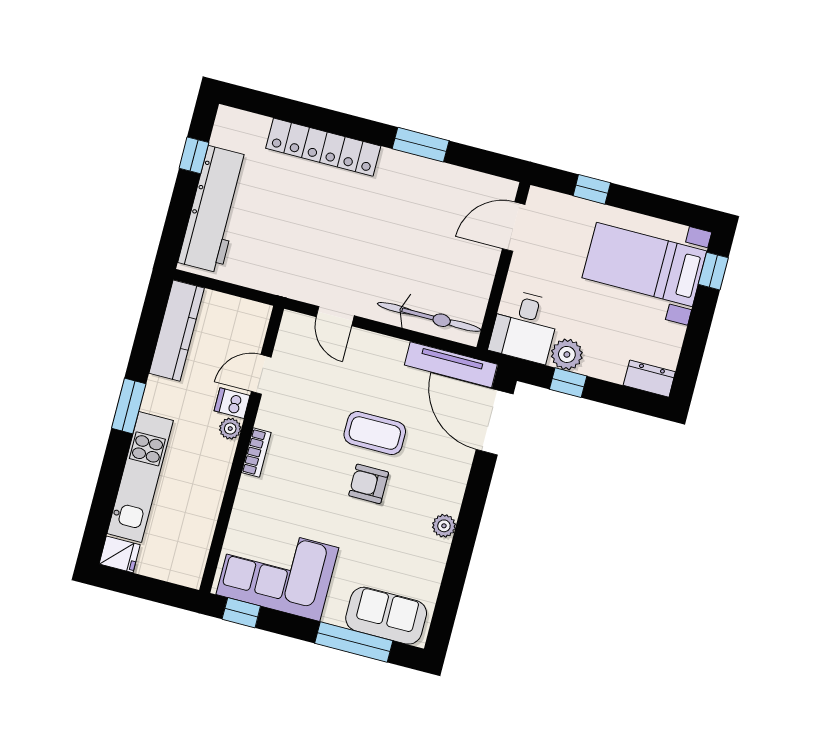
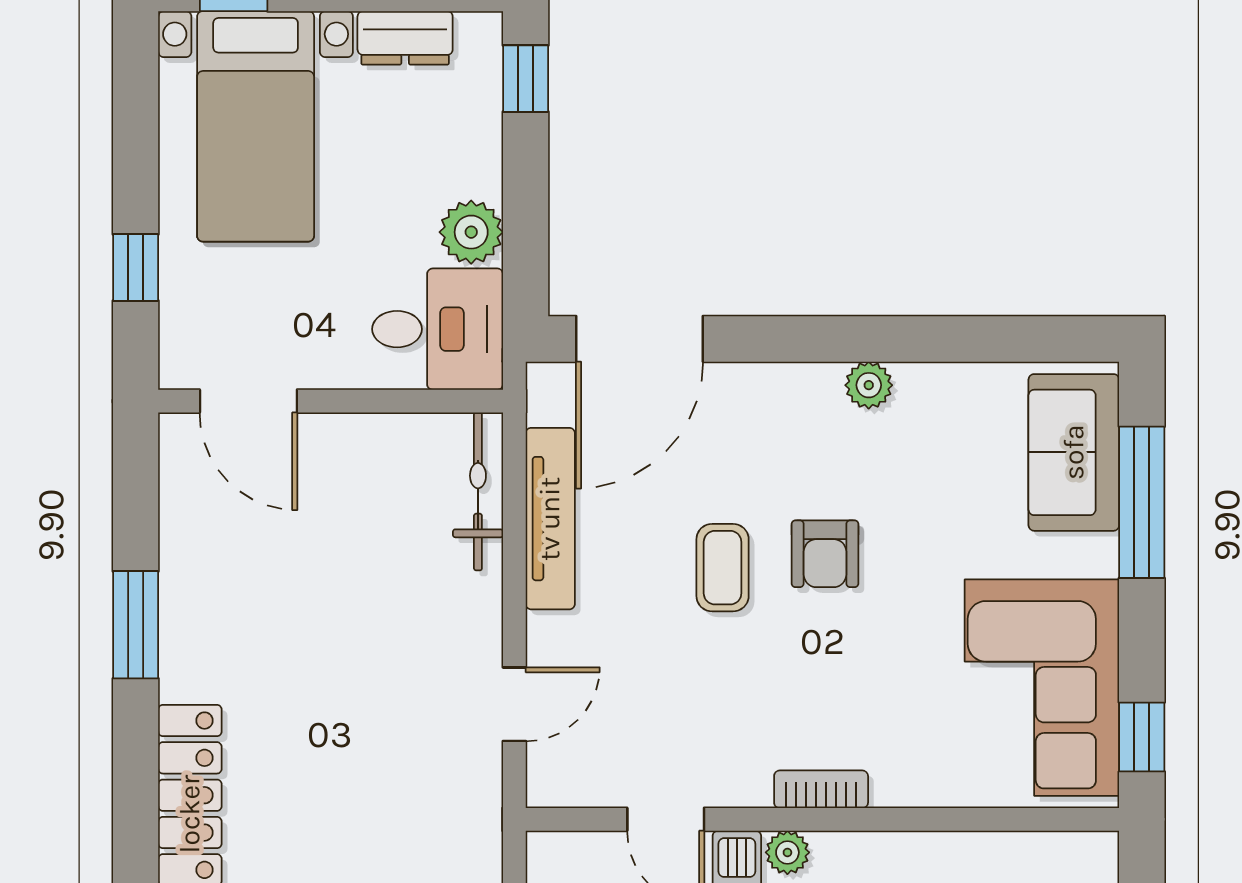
bicycle: (429, 317) -> (478, 491), width x0.73, depth x0.71
tv unit: (451, 365) -> (550, 519), moved
dresser: (649, 379) -> (405, 38), moved, turned -90
window: (568, 383) -> (526, 79), moved
coffee table: (375, 433) -> (723, 568), width x0.73, depth x0.77

